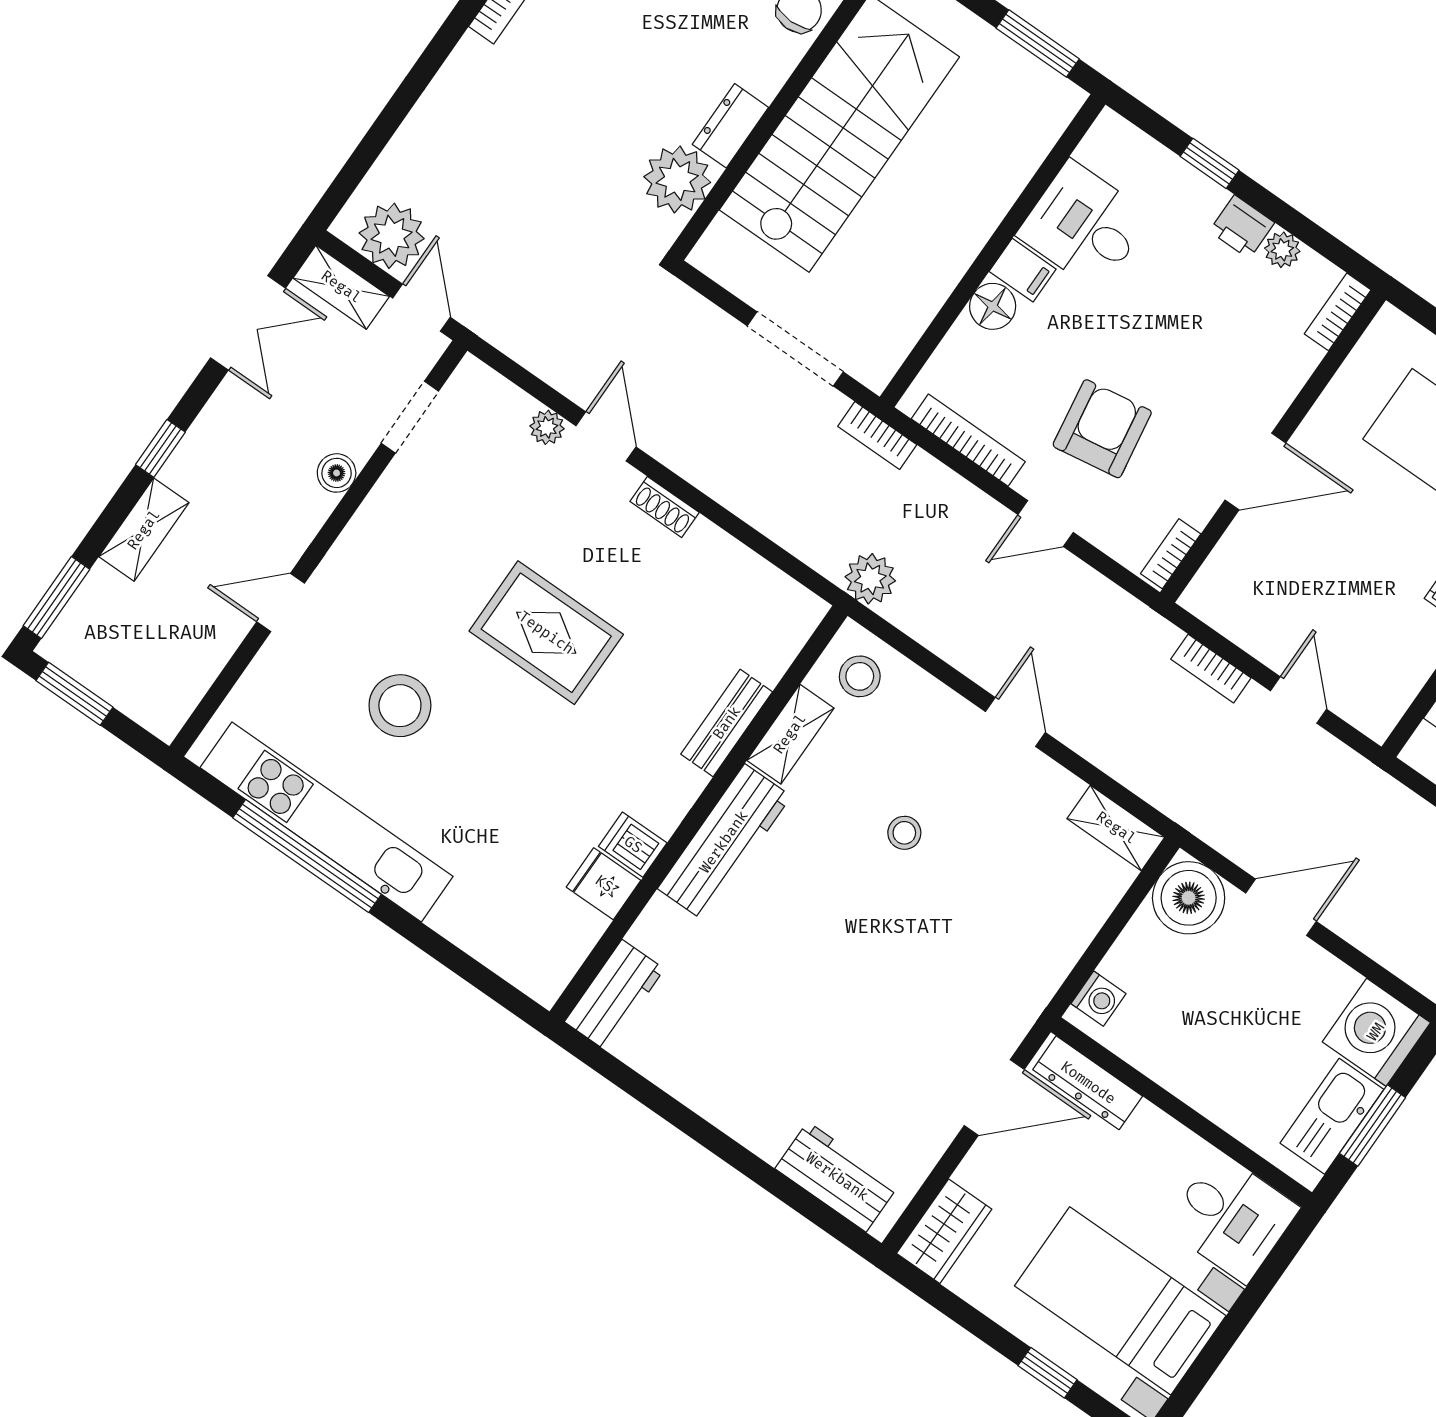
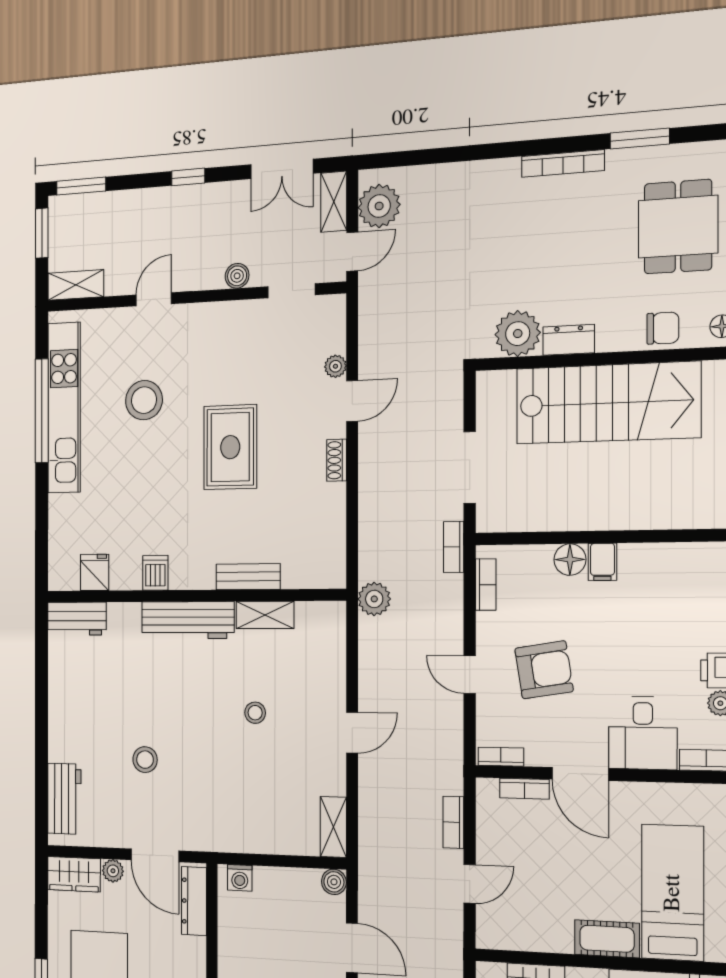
desk: (1084, 226) -> (643, 733), moved, turned 180
bookcase: (968, 440) -> (486, 585), width x0.64
shelving: (144, 530) -> (76, 285), moved
bookcase: (1228, 552) -> (524, 789), added
door: (281, 603) -> (154, 299), hinge flipped
stool: (860, 676) -> (145, 760), moved
fridge: (604, 884) -> (95, 572), moved
boiler: (1189, 898) -> (334, 882), width x0.54, depth x0.54
plant: (976, 1171) -> (113, 871), added

